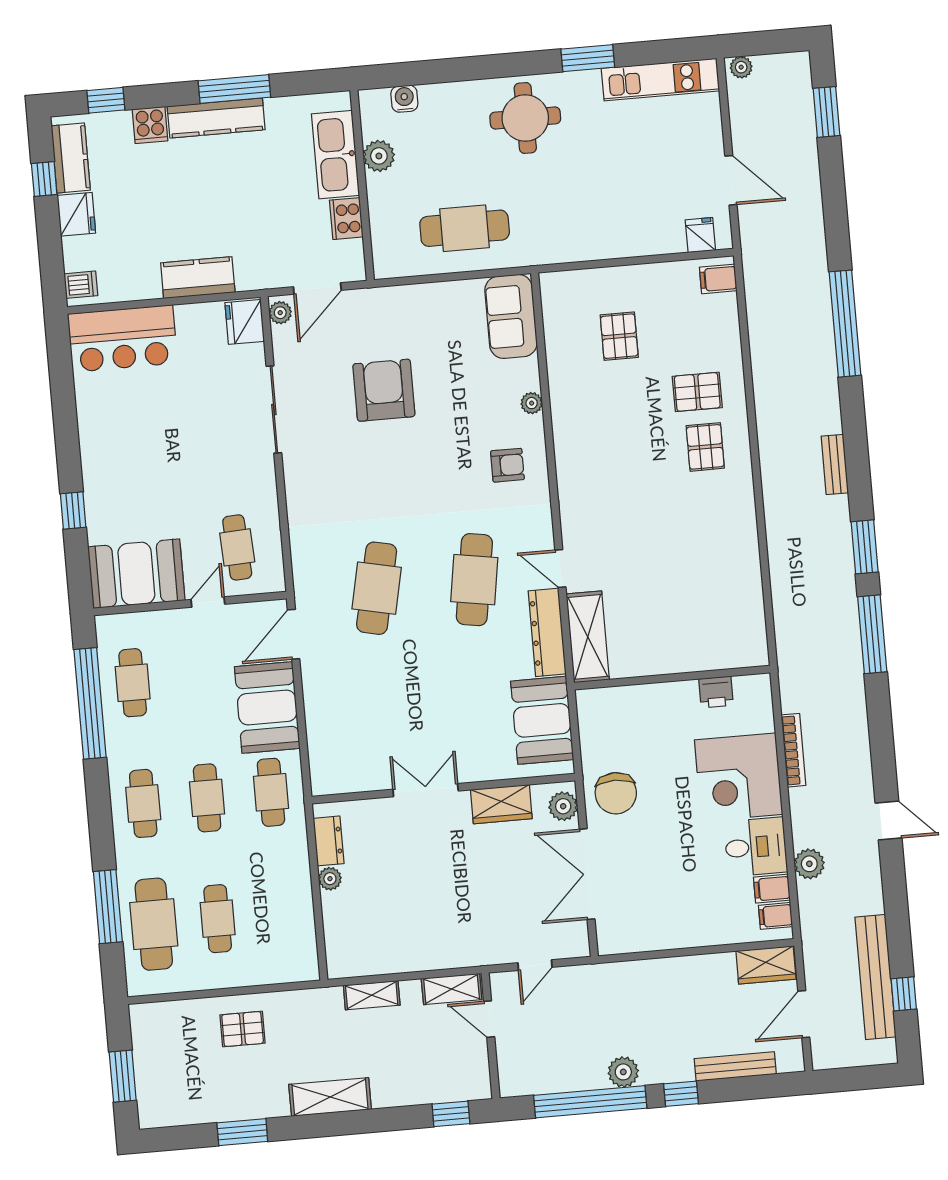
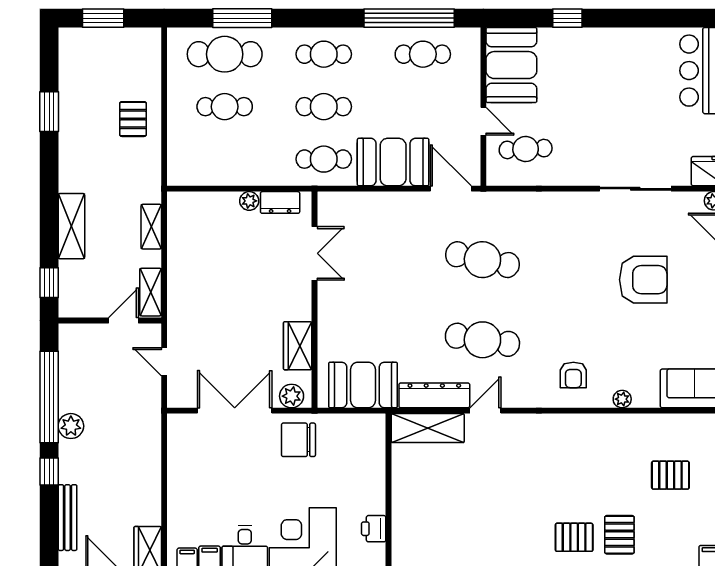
double door: (426, 790) -> (314, 253), moved
shelving: (330, 1097) -> (71, 226), moved

